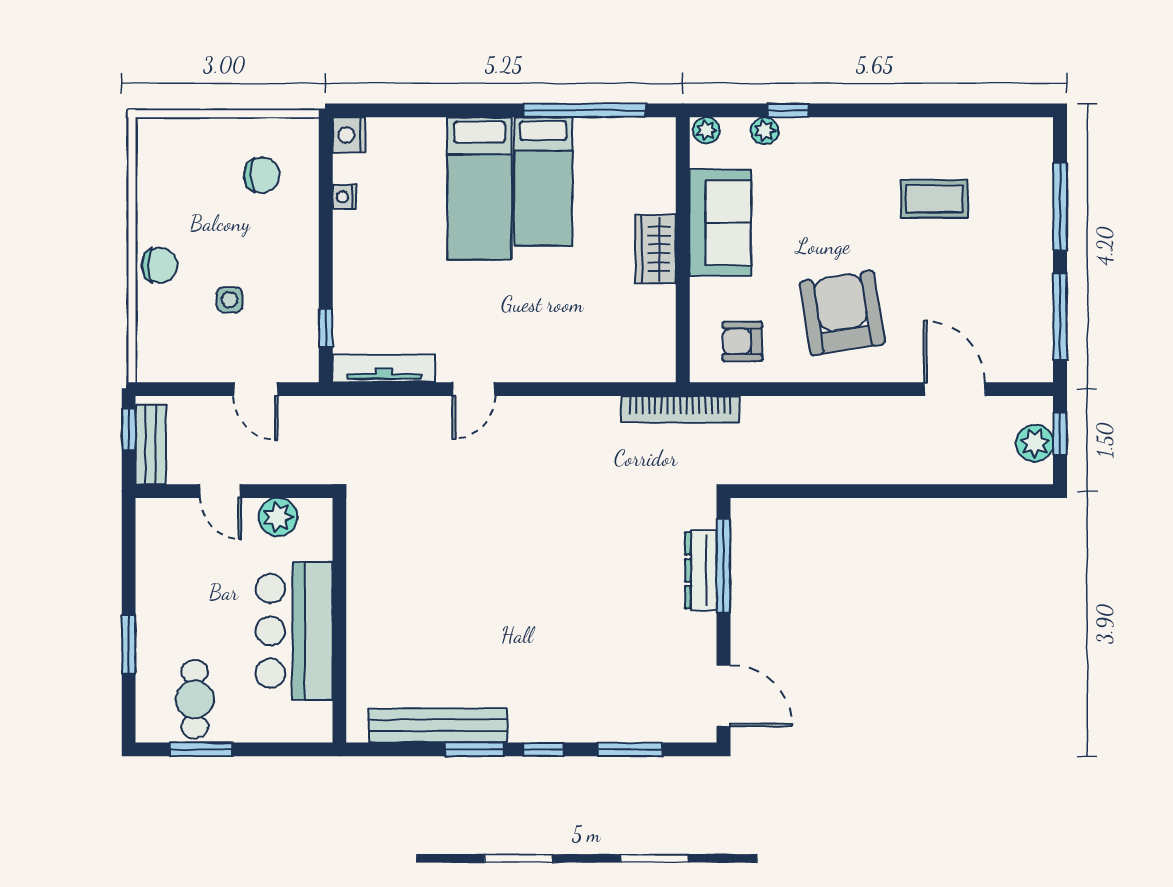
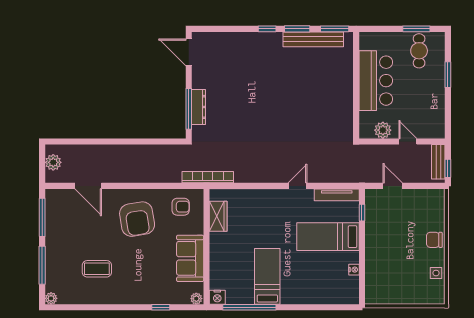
plant: (765, 131) -> (51, 298), moved
nightstand: (349, 135) -> (217, 297), moved, turned 90
chair: (262, 175) -> (390, 279), removed
bed: (479, 189) -> (328, 237), moved, turned -90
wardrobe: (656, 249) -> (218, 216), moved
side table: (229, 300) -> (436, 273), moved
window: (1060, 433) -> (42, 167), removed
window: (630, 749) -> (335, 29), moved

